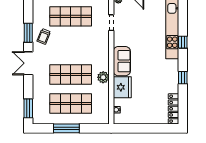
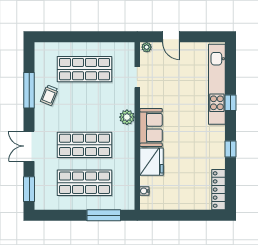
window: (28, 33) -> (29, 90), width x1.44
double door: (28, 63) -> (29, 146), moved
plant: (103, 77) -> (127, 117), moved
window: (66, 128) -> (104, 215), moved

